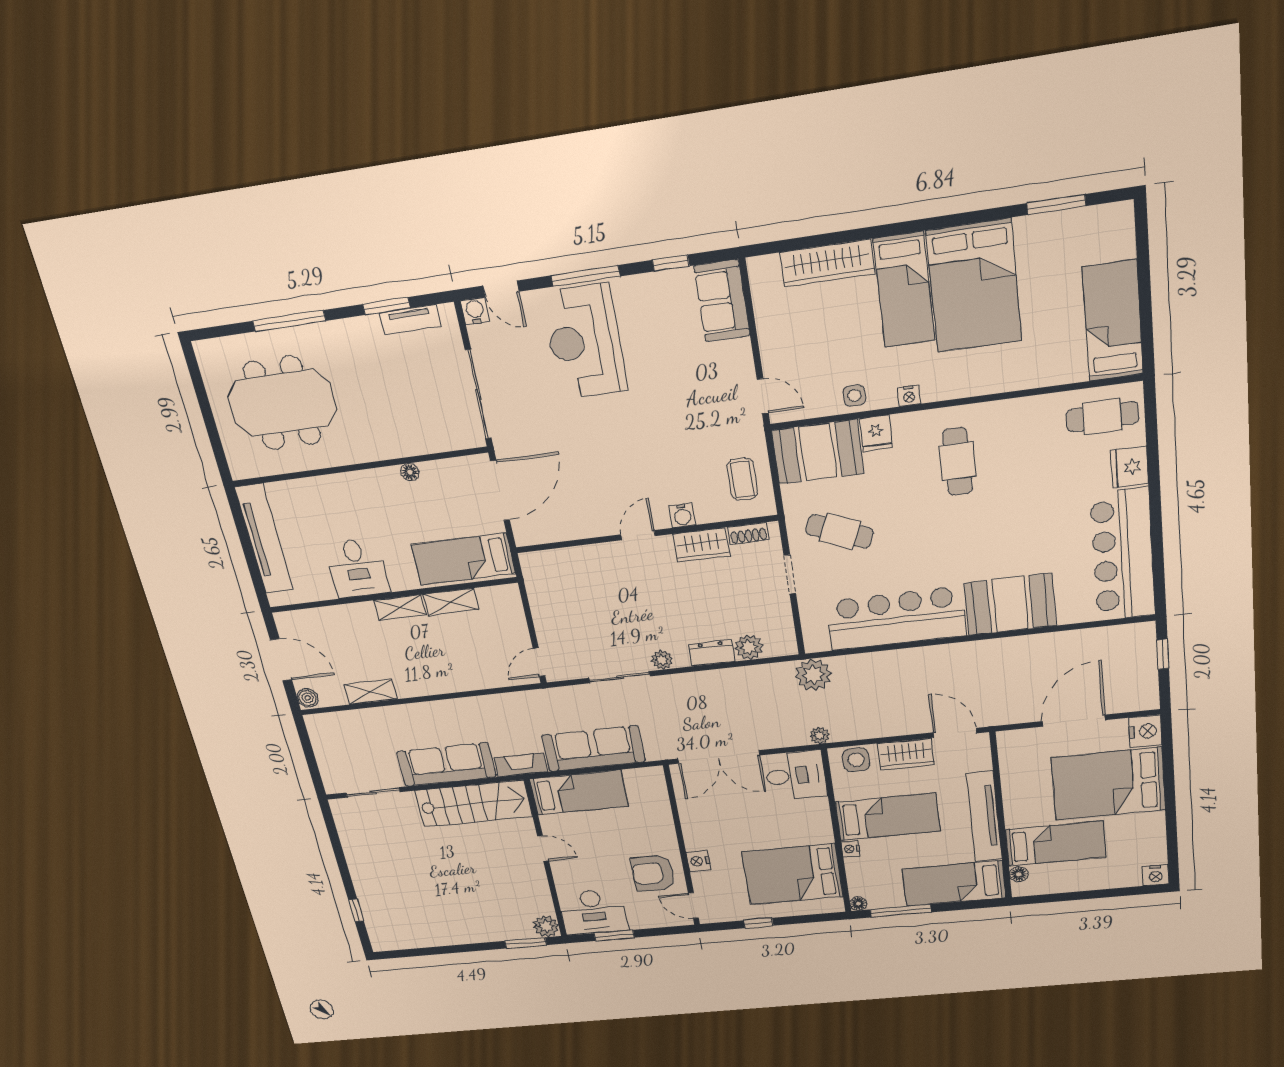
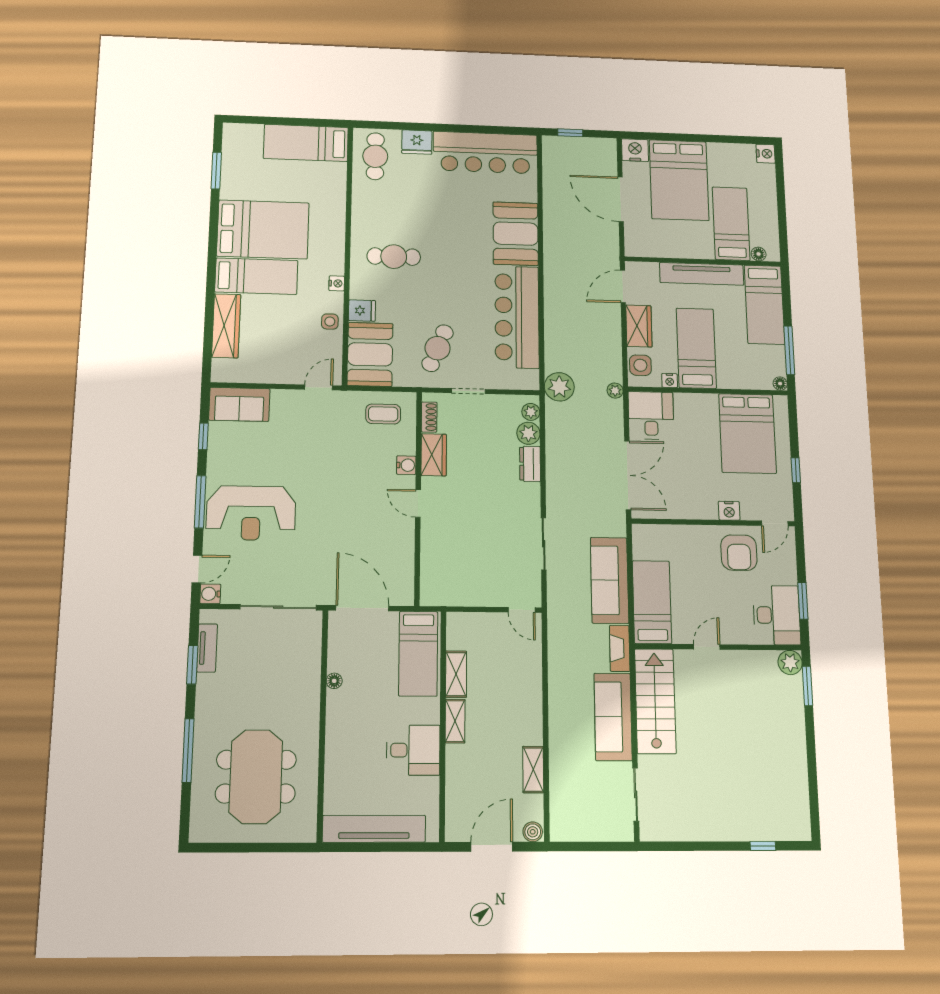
plant: (662, 660) -> (531, 412), moved
nightstand: (851, 849) -> (670, 381), moved

